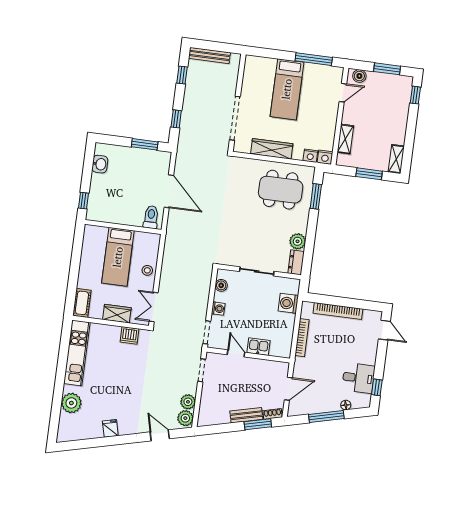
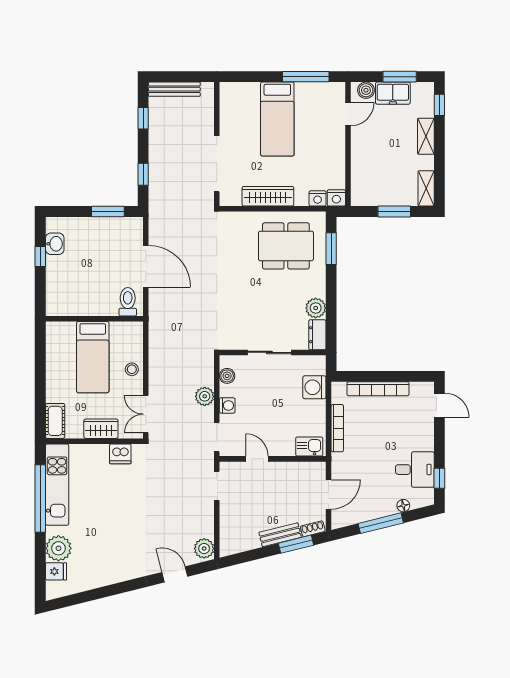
freezer: (380, 81) -> (393, 93), added
shelving: (345, 139) -> (426, 136), moved
window: (83, 201) -> (40, 256), moved
kitchen sink: (258, 347) -> (309, 446), moved
window: (62, 362) -> (40, 498), added
plant: (188, 402) -> (205, 396), moved
fridge: (110, 428) -> (56, 571), moved, turned 104

